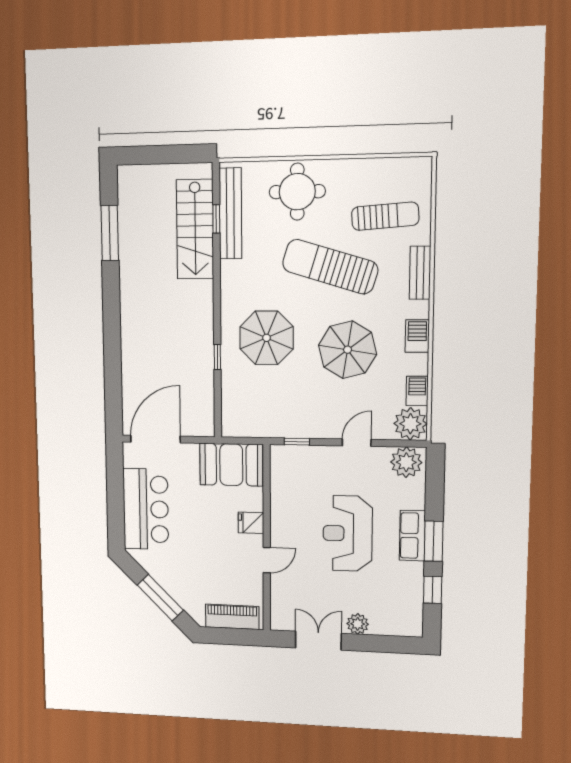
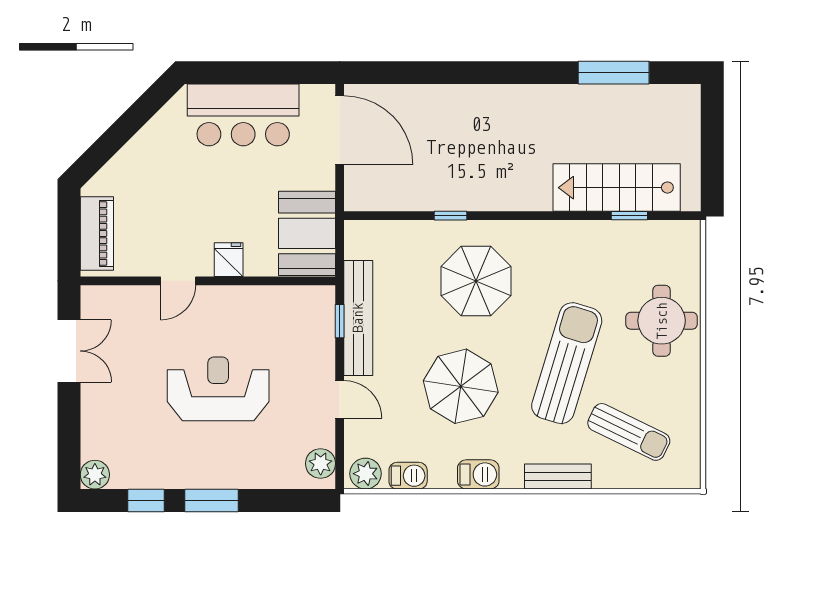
bench: (230, 213) -> (358, 318), moved, turned 90
sun lounger: (385, 216) -> (629, 432), turned -60
plant: (410, 424) -> (366, 474), width x0.73, depth x0.73
plant: (406, 462) -> (321, 464), width x0.73, depth x0.73
row of seats: (412, 536) -> (218, 473), removed
door: (267, 560) -> (178, 281), hinge flipped
window: (160, 598) -> (120, 133), removed
plant: (358, 624) -> (95, 475), moved

